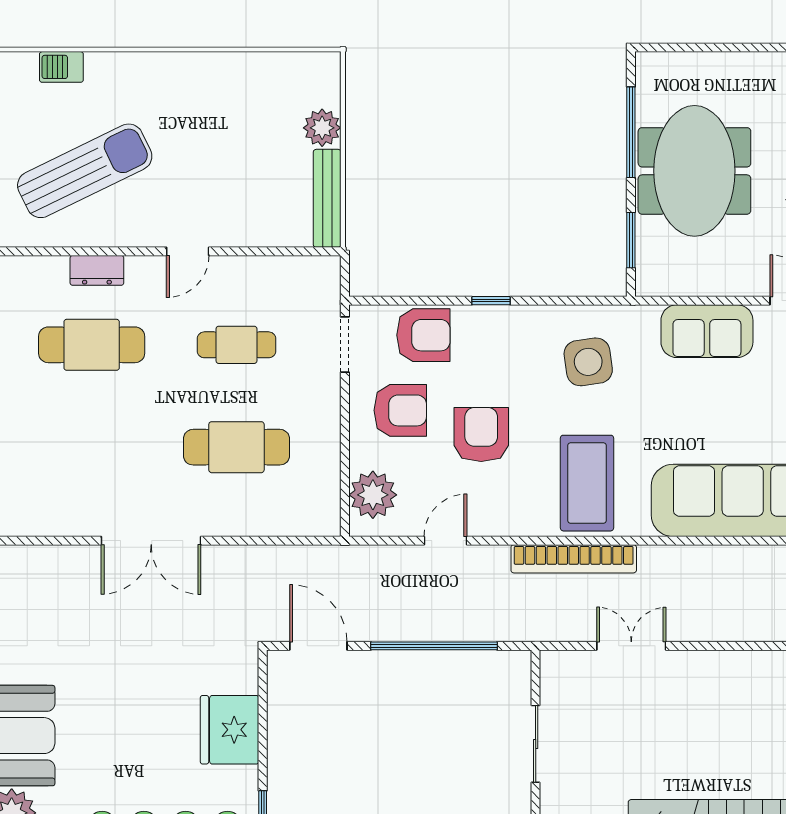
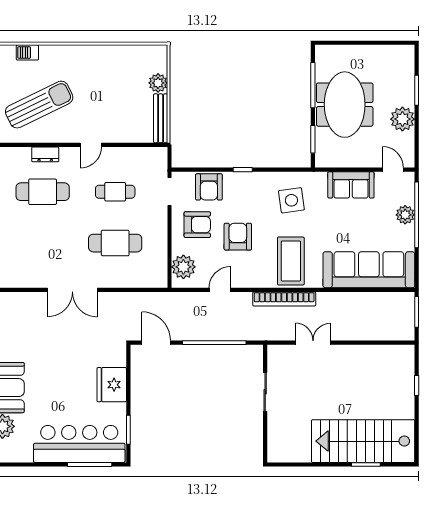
armchair: (423, 335) -> (209, 187), turned 90

